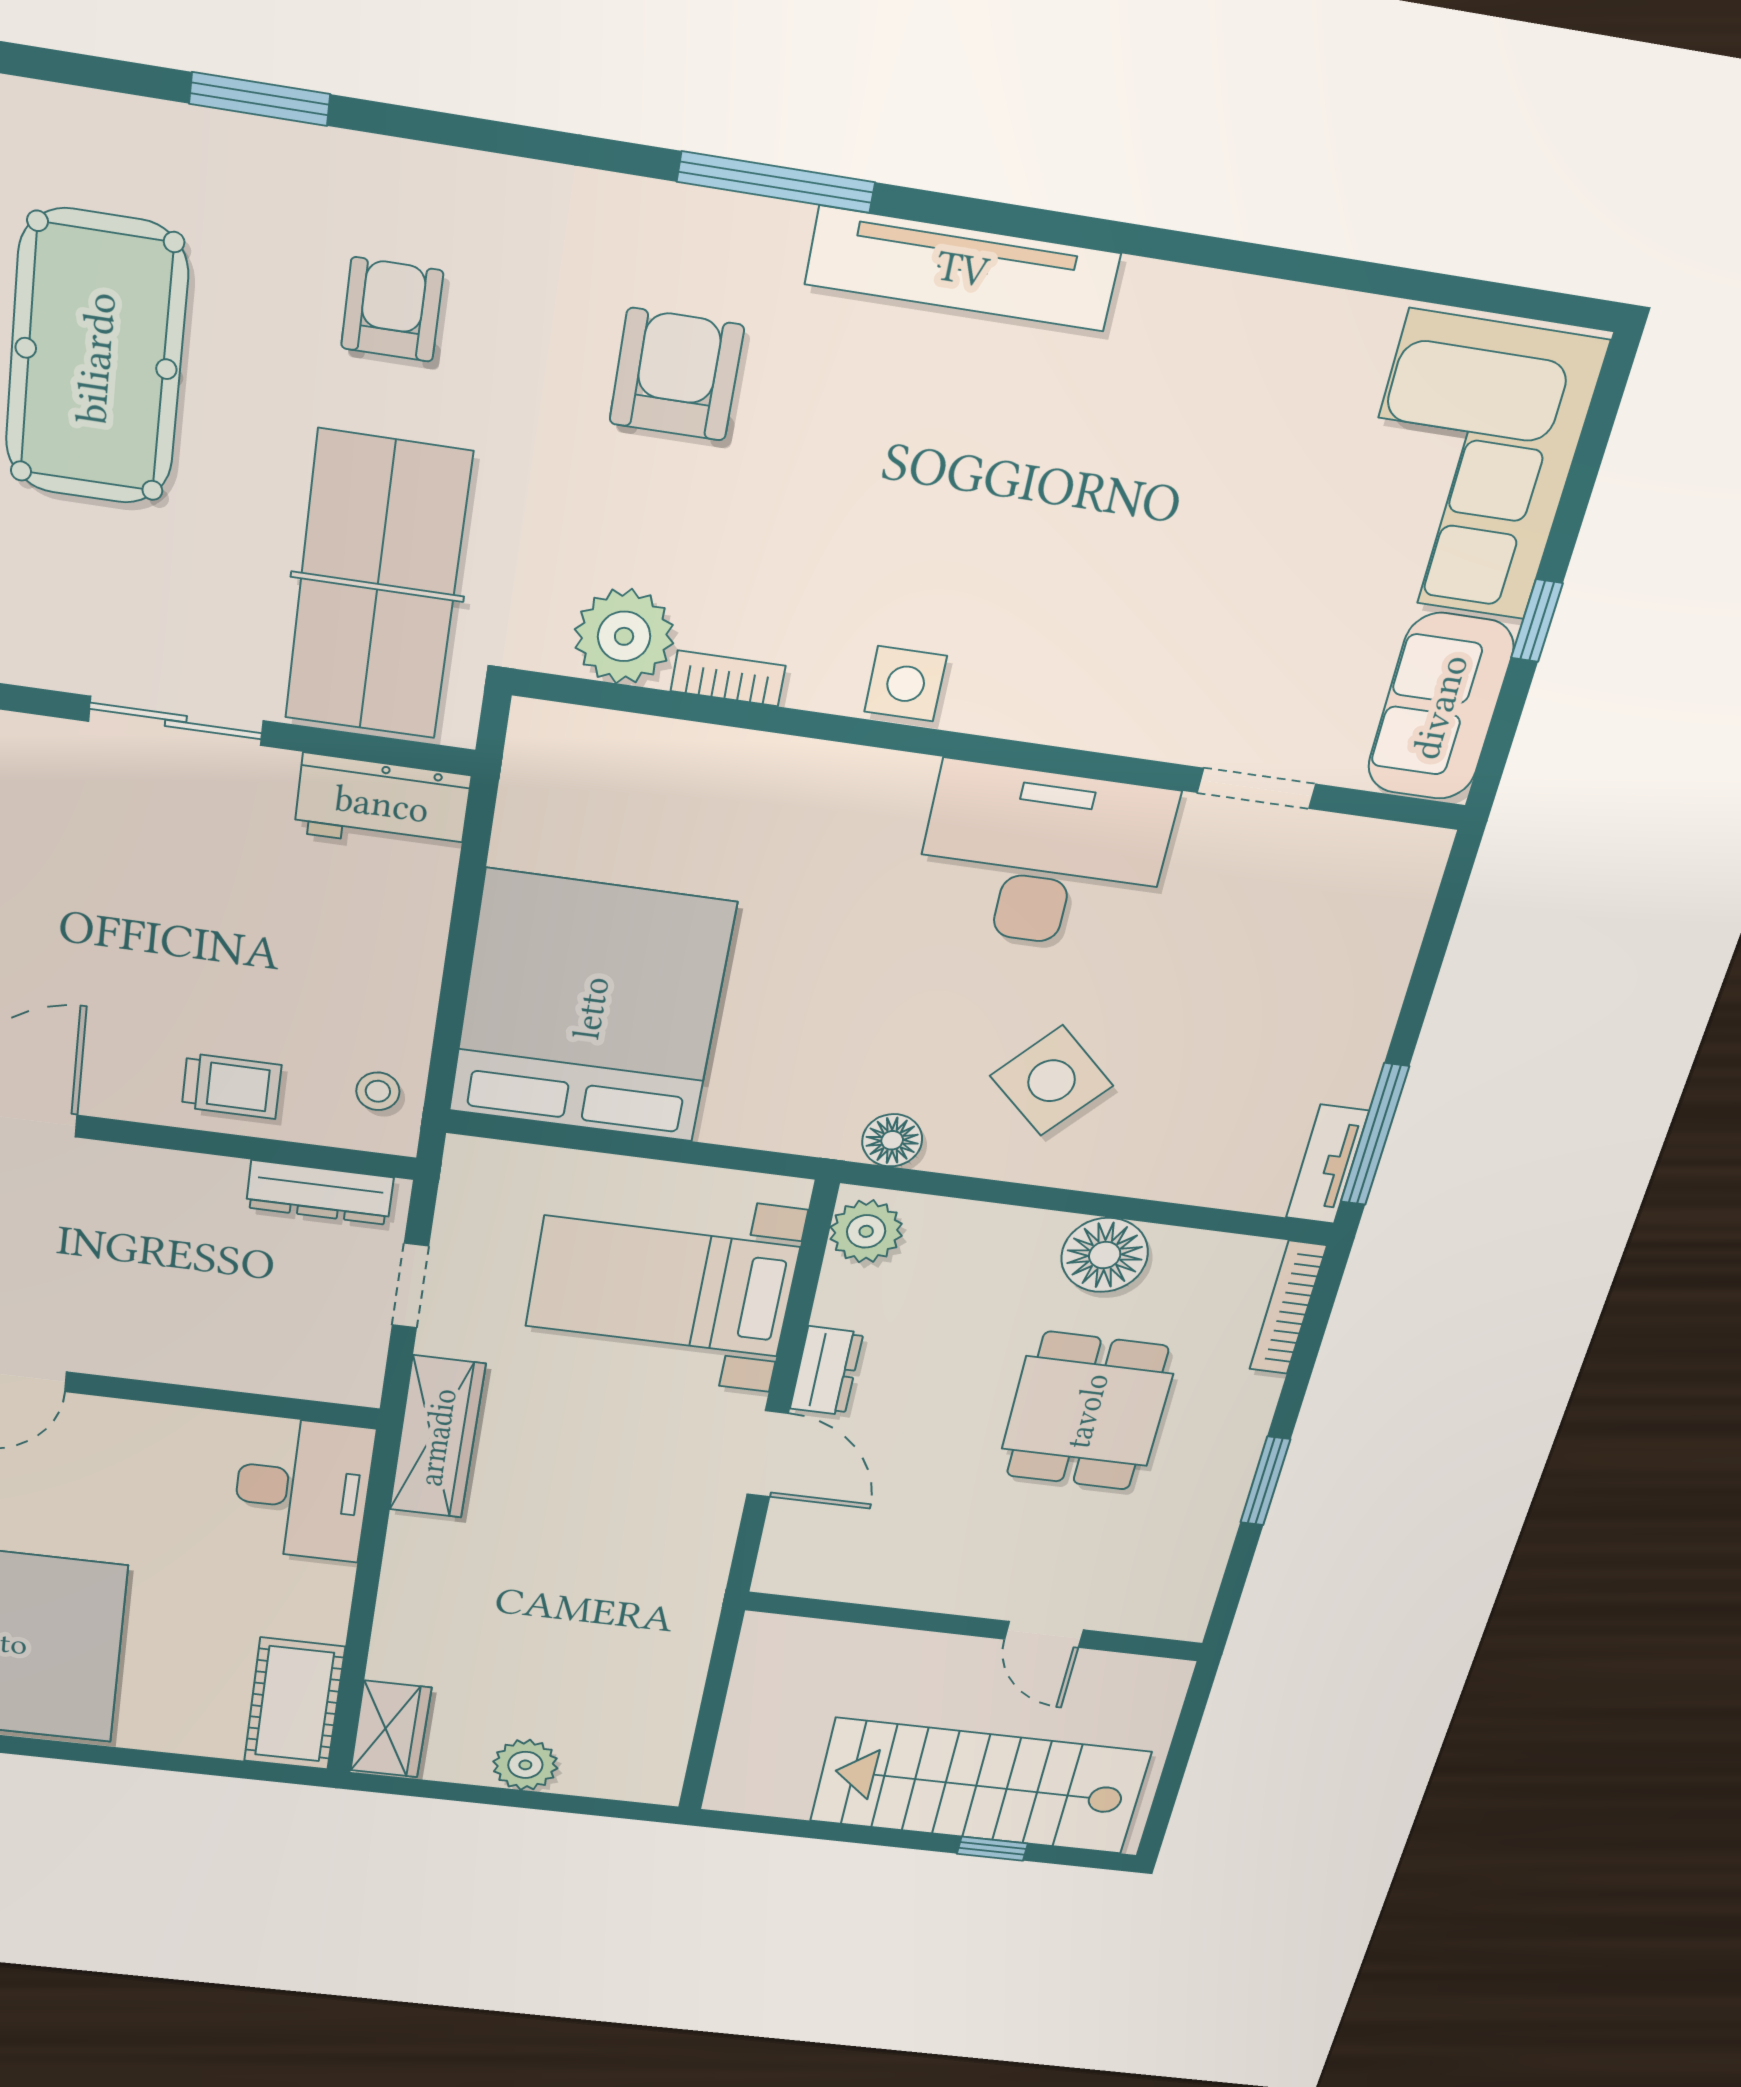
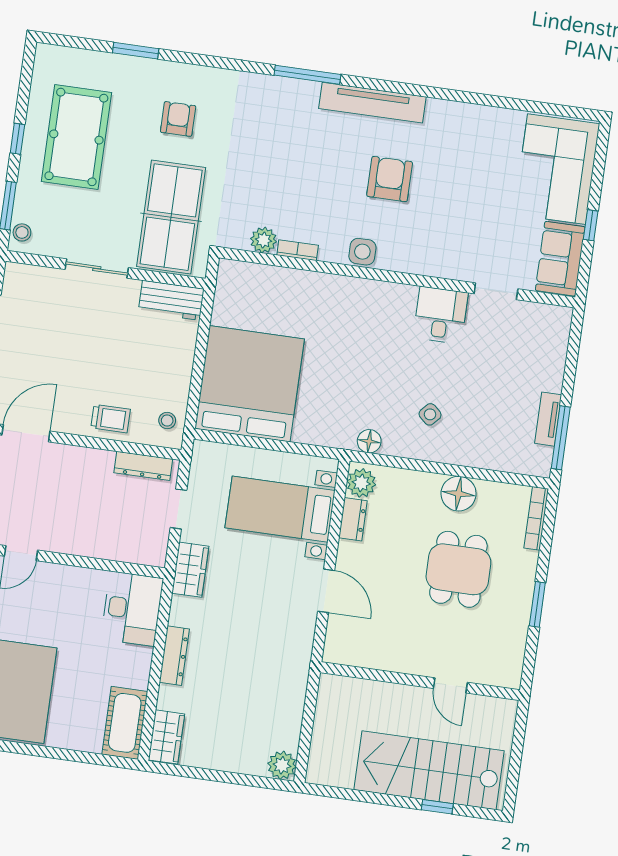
armchair: (677, 375) -> (390, 179), moved
plant: (624, 636) -> (264, 240), width x0.73, depth x0.73
desk: (1043, 858) -> (441, 315), width x0.53, depth x0.77
side table: (1052, 1081) -> (430, 414), width x0.54, depth x0.54
tv unit: (1327, 1164) -> (548, 419), moved
dresser: (826, 1371) -> (353, 519), moved
wardrobe: (437, 1437) -> (190, 570), width x0.67
dresser: (406, 1580) -> (174, 656), added
plant: (525, 1765) -> (282, 765), moved

